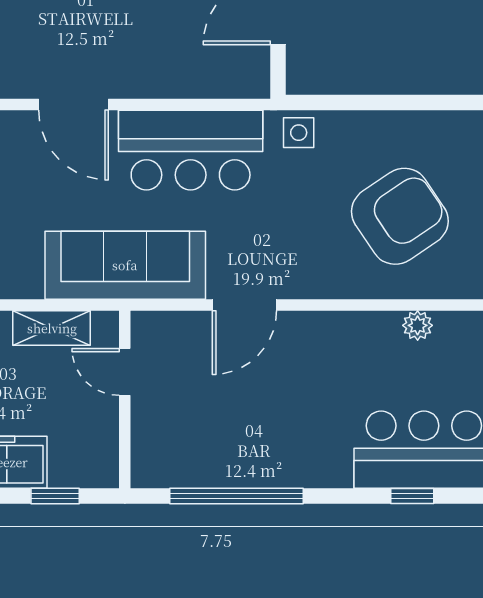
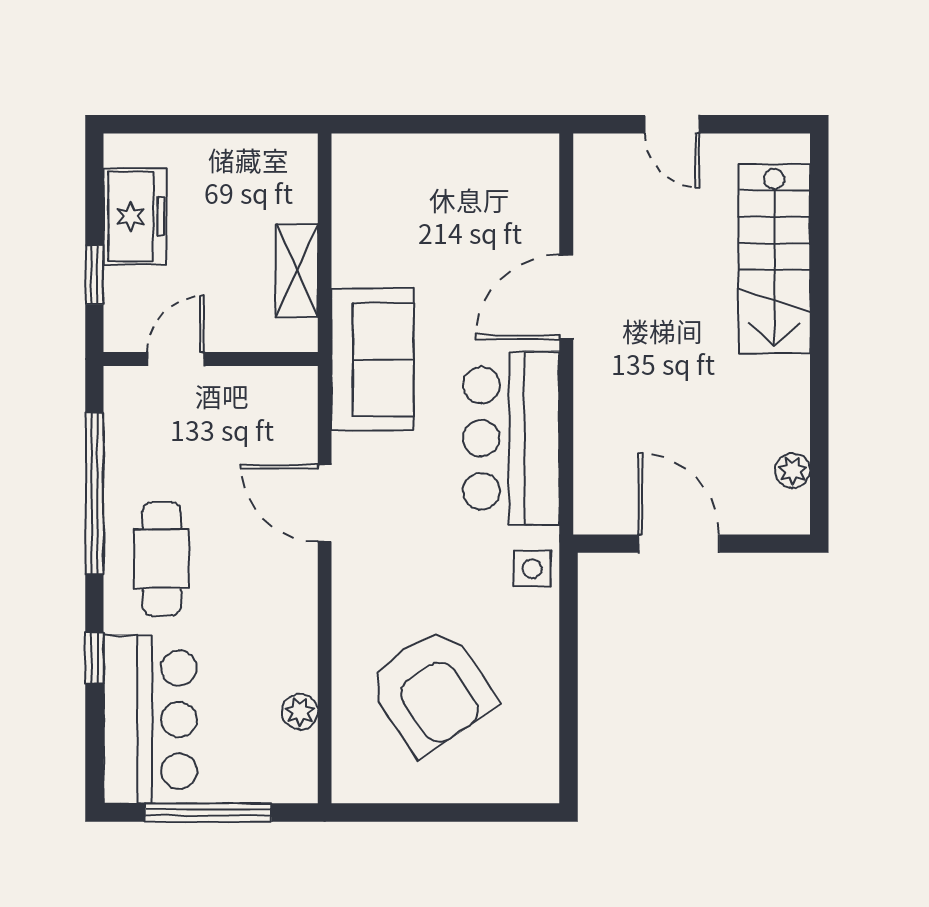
sofa: (125, 265) -> (373, 360), width x0.73
door: (125, 372) -> (176, 359), moved
cafe table: (291, 440) -> (162, 559), added
window: (412, 496) -> (94, 658), moved

